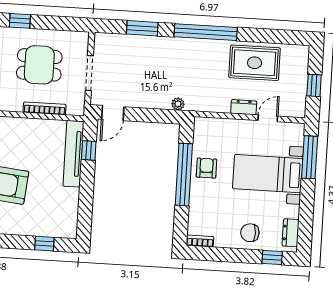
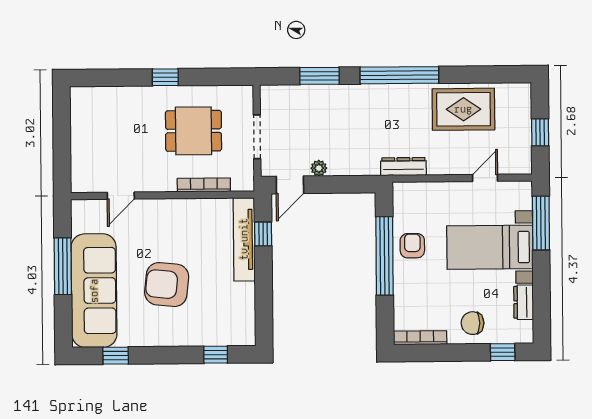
plant: (178, 104) -> (319, 168), moved
dresser: (244, 107) -> (403, 167), moved, width x1.44
dresser: (291, 233) -> (524, 302), moved
bookcase: (200, 241) -> (420, 338), width x1.56

